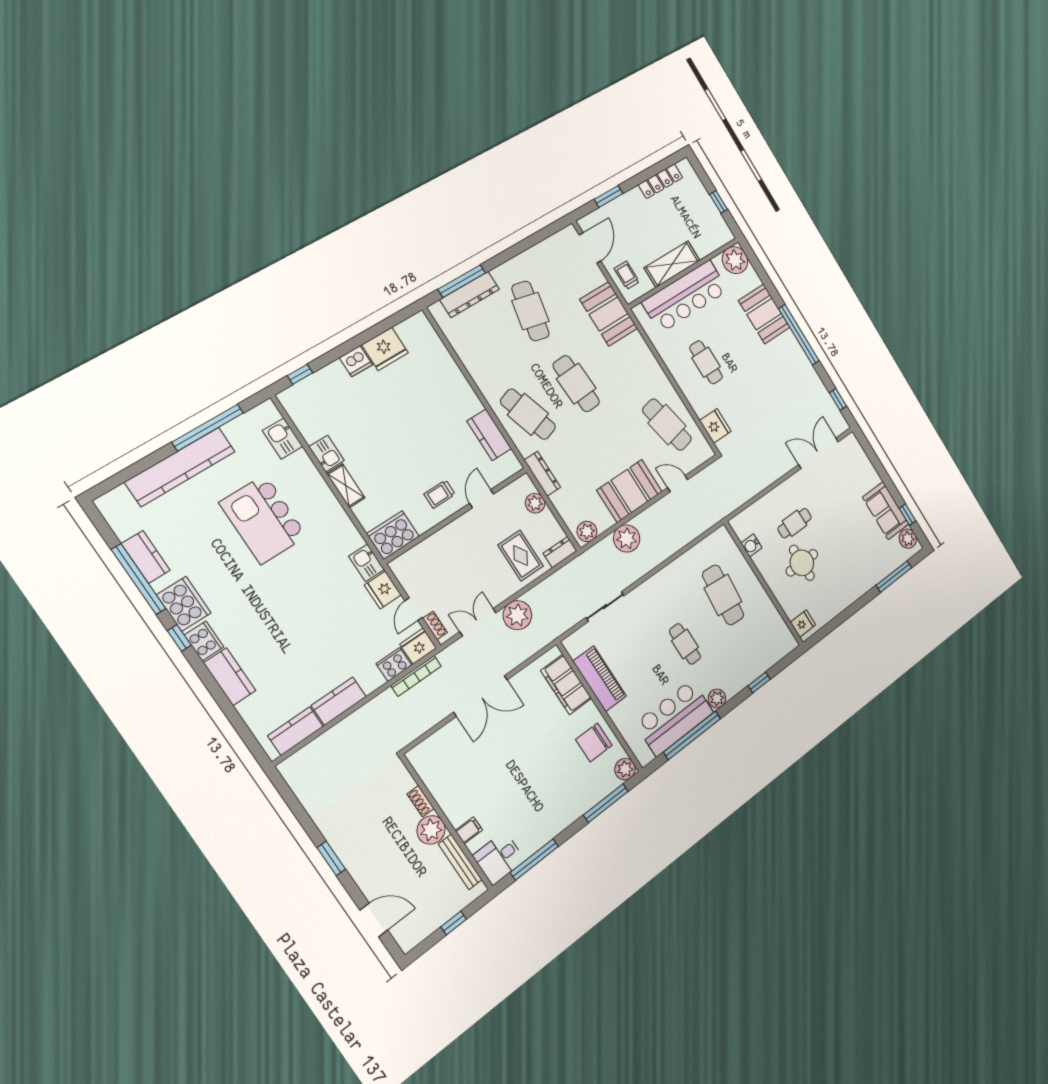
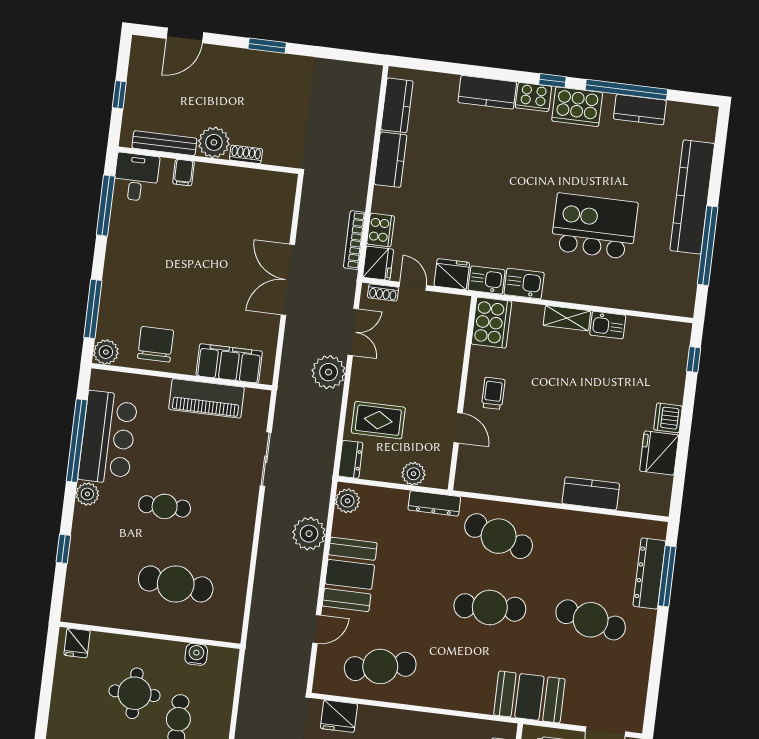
cafe table: (528, 414) -> (499, 536), turned 36
kitchen counter: (489, 435) -> (591, 493), moved
kitchen sink: (283, 438) -> (524, 284), moved

